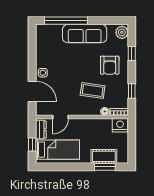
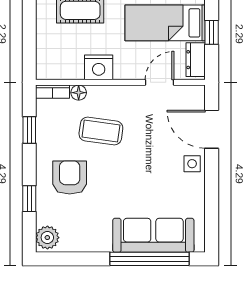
sofa: (85, 34) -> (153, 235), moved
nightstand: (120, 125) -> (99, 67), moved

